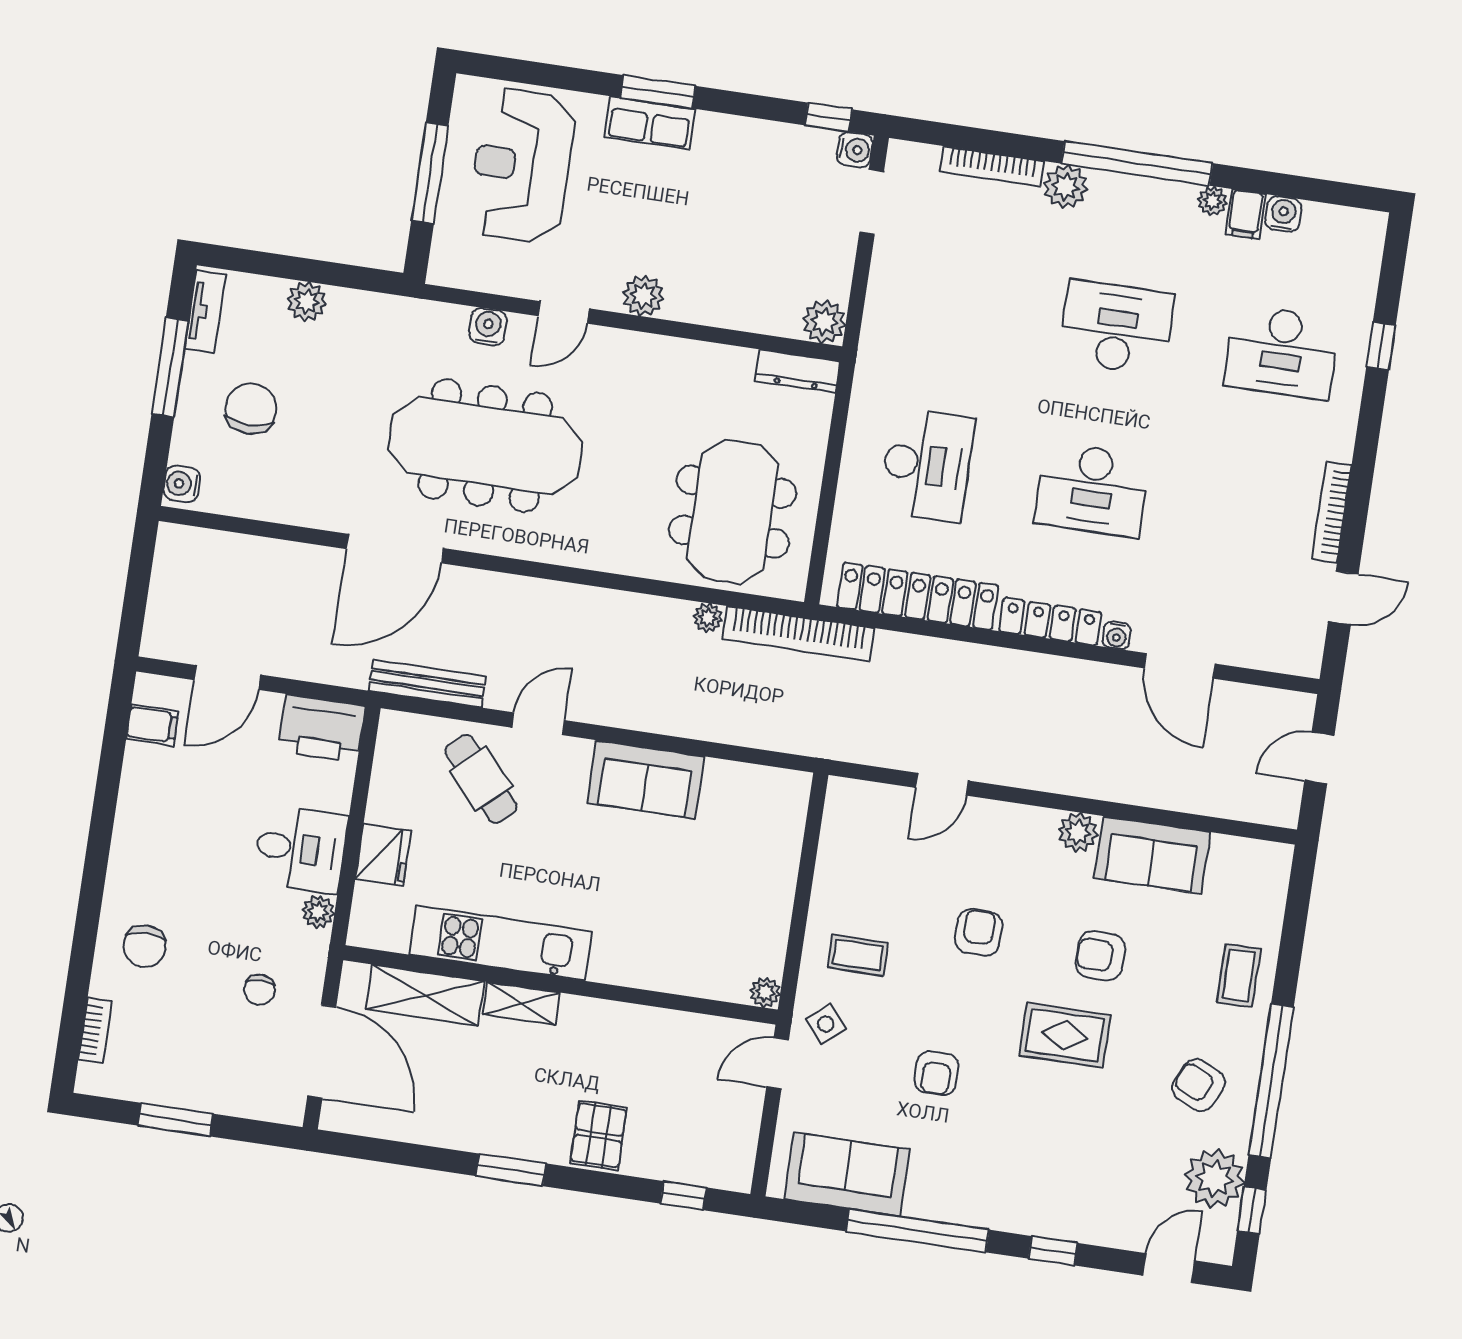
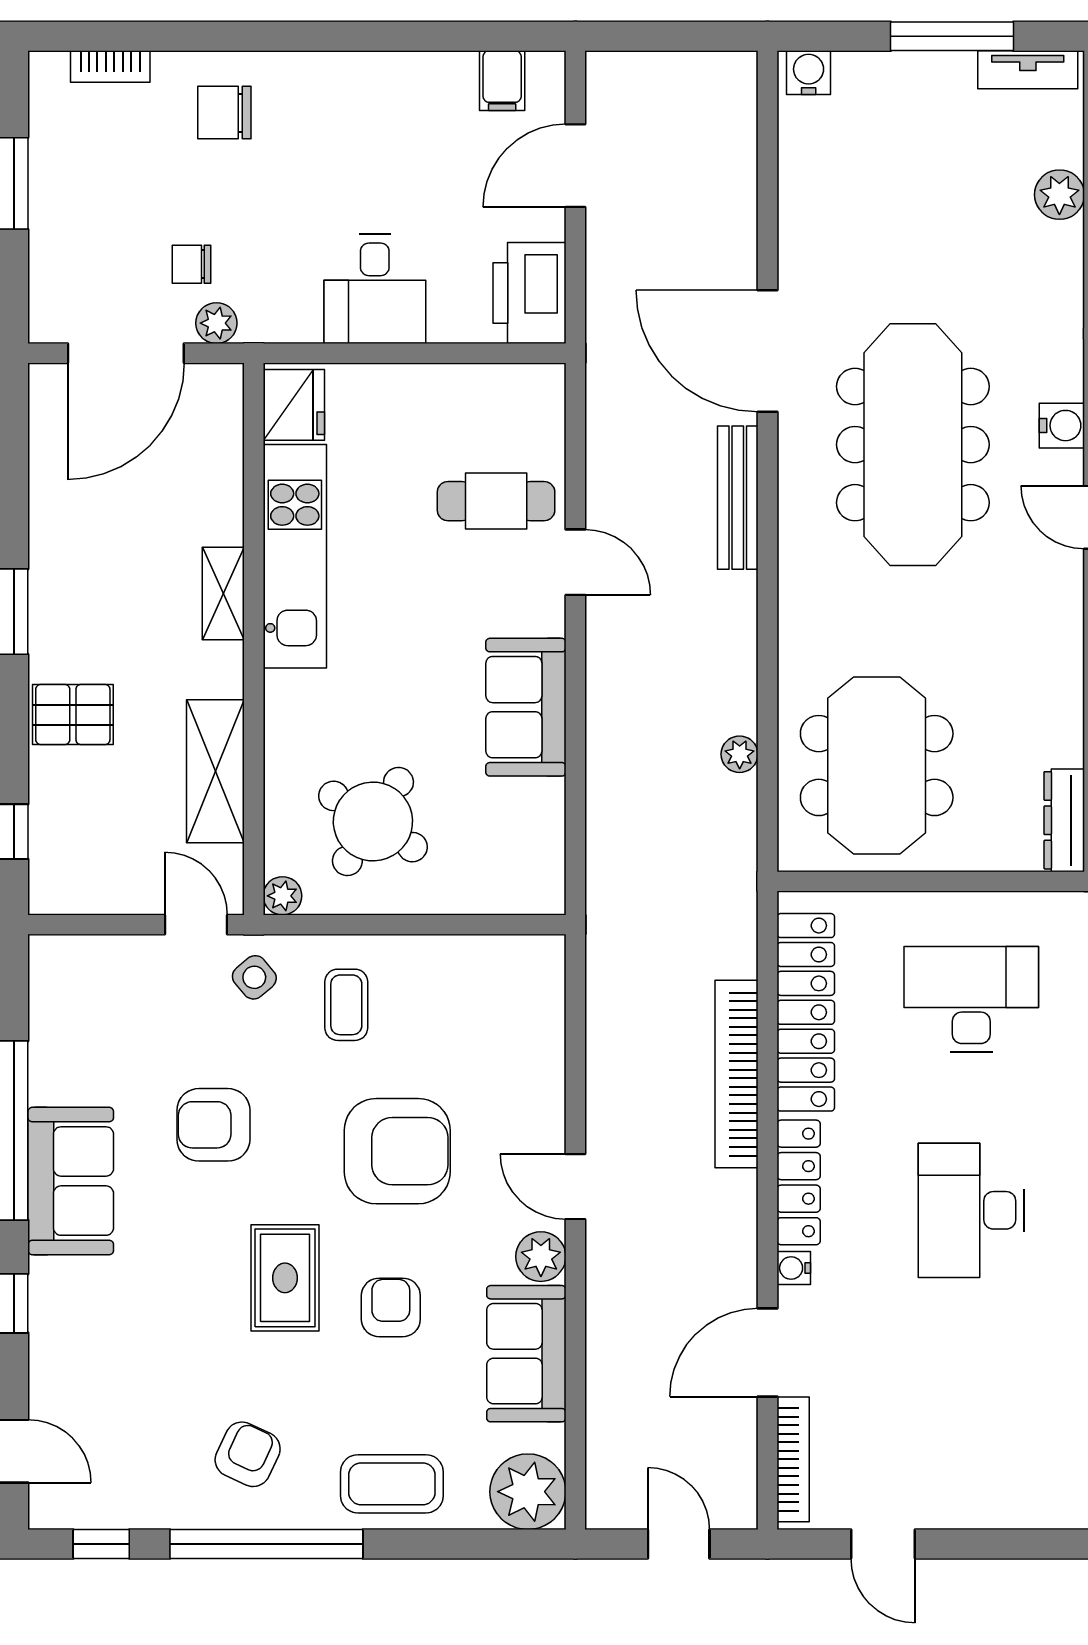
chair: (251, 409) -> (915, 145), removed
desk: (927, 465) -> (971, 999), turned 180
meeting table: (733, 512) -> (877, 766), turned 90
bookcase: (1332, 512) -> (793, 1459), moved, turned 90
bookcase: (798, 634) -> (737, 1074), moved
door: (227, 677) -> (575, 166), hinge flipped
bench: (427, 684) -> (738, 498), moved
cafe table: (481, 779) -> (496, 501), turned 42
door: (942, 784) -> (575, 1187), moved
fridge: (383, 855) -> (294, 405), moved, turned -90
plant: (318, 912) -> (216, 323), moved
round table: (717, 913) -> (373, 822), added
armchair: (979, 932) -> (397, 1151), width x1.88, depth x1.88
coffee table: (1239, 976) -> (392, 1484), width x1.36, depth x1.30
shelving: (425, 995) -> (215, 771), moved
armchair: (936, 1073) -> (213, 1125), width x1.38, depth x1.38
sofa: (847, 1174) -> (71, 1181), moved
plant: (1215, 1179) -> (528, 1492), moved

